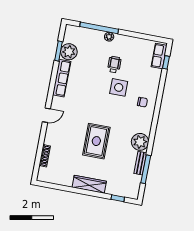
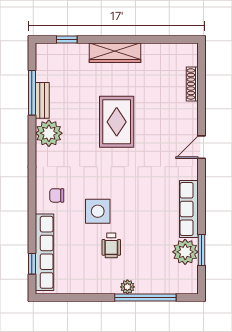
row of seats: (159, 56) -> (44, 252), width x2.02

